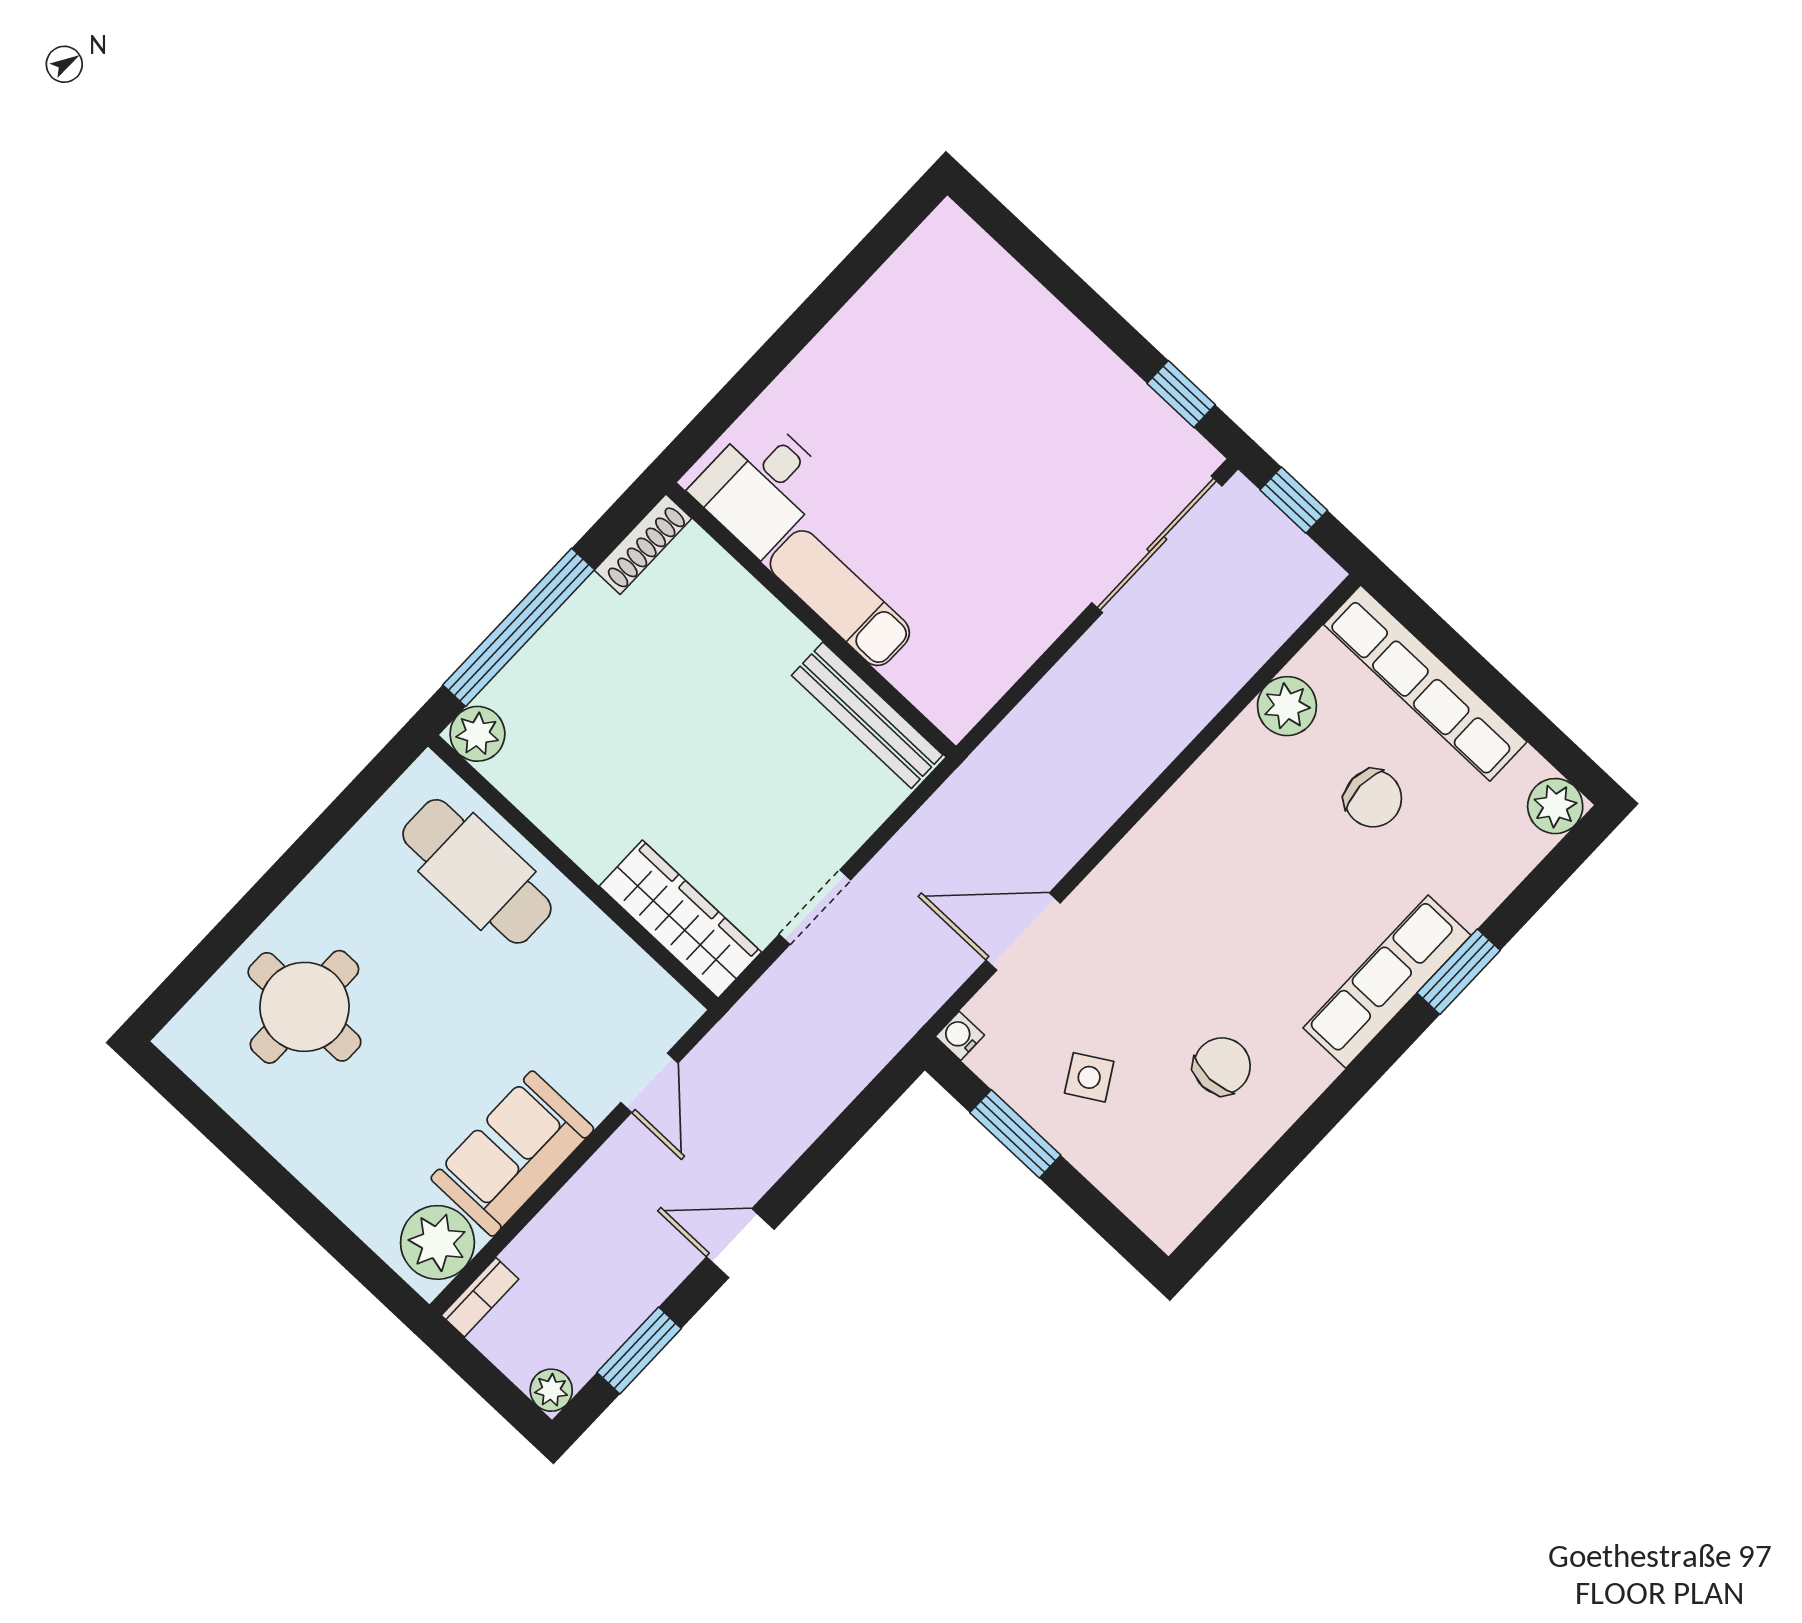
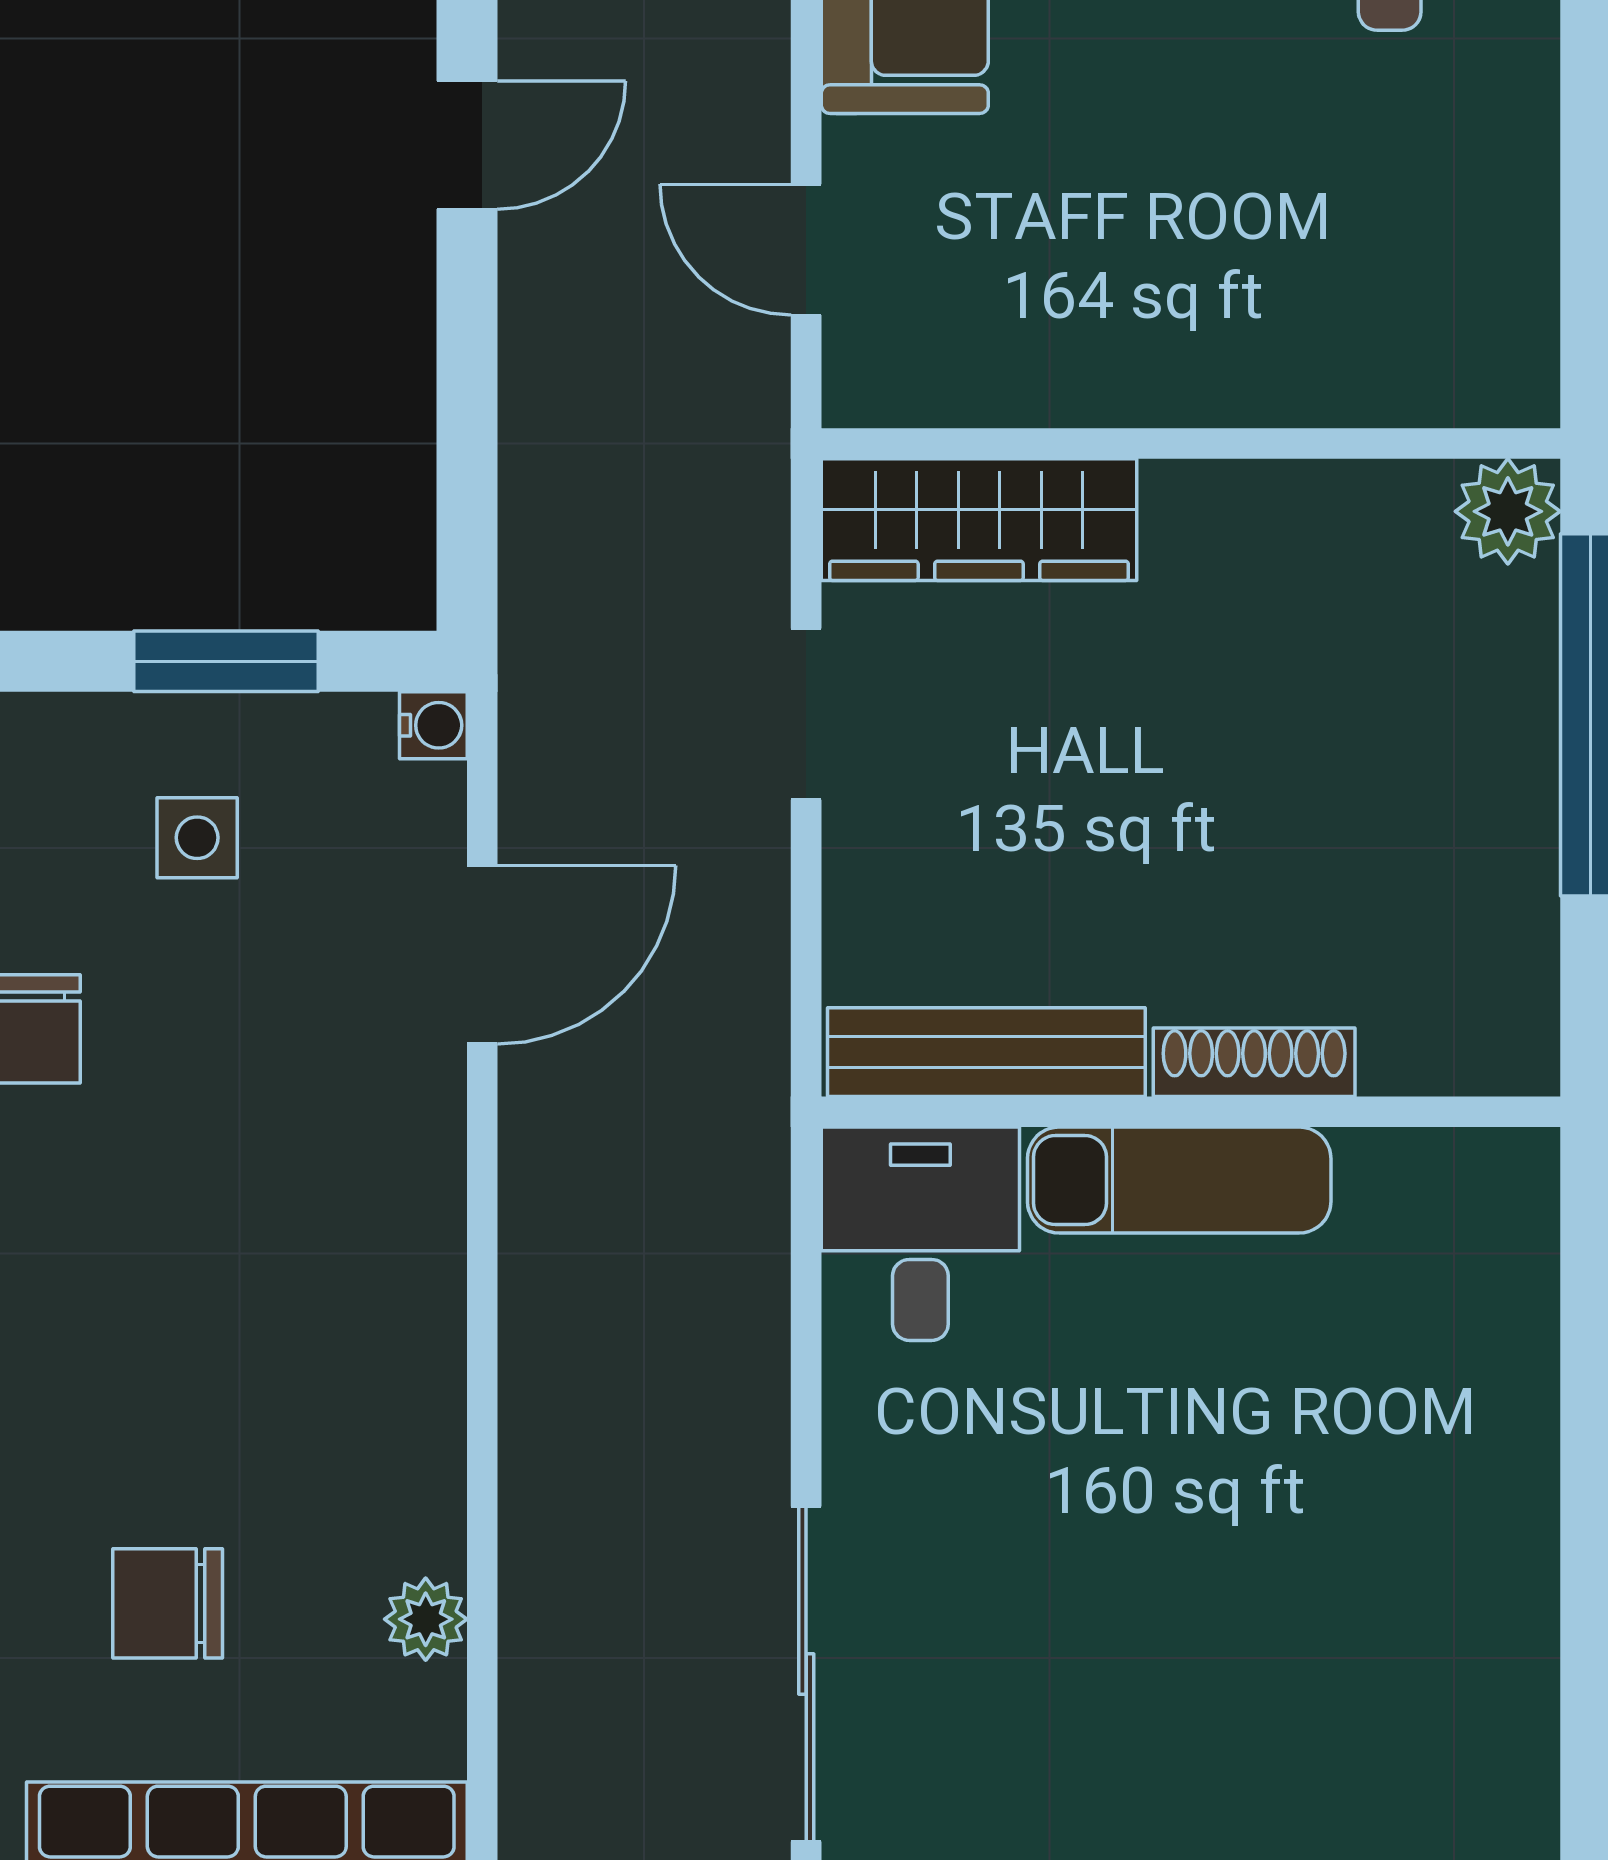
desk: (761, 486) -> (920, 1234), moved
shoe rack: (643, 544) -> (1254, 1062), moved, turned 90
plant: (1287, 706) -> (426, 1619), width x0.73, depth x0.73
cafe table: (477, 871) -> (1327, 318), removed
side table: (1089, 1077) -> (197, 838), turned 31

